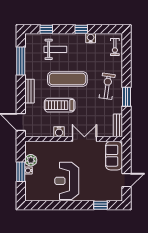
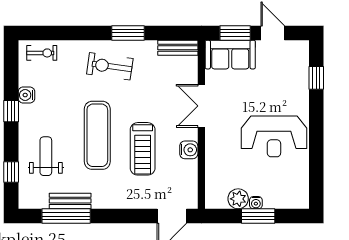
bench: (30, 91) -> (70, 201), moved
window: (126, 158) -> (235, 33), added

